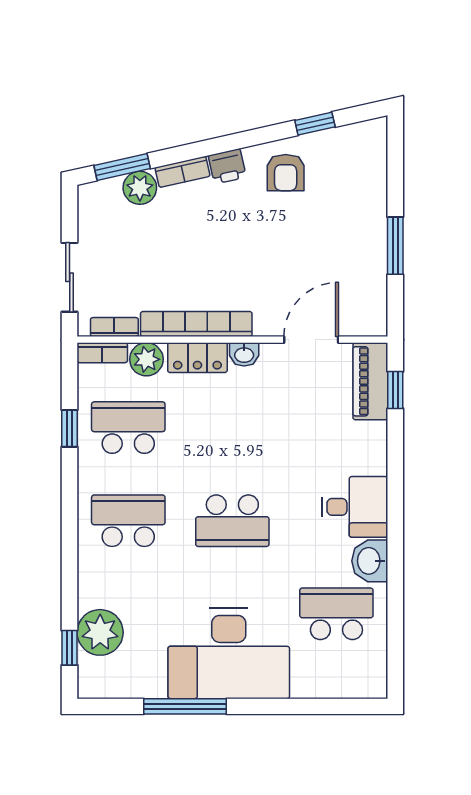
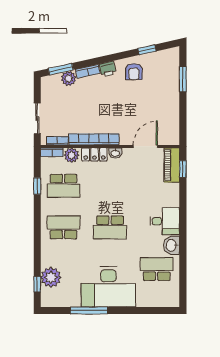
window: (395, 246) -> (183, 79), moved
school desk: (128, 428) -> (63, 186), turned 180

